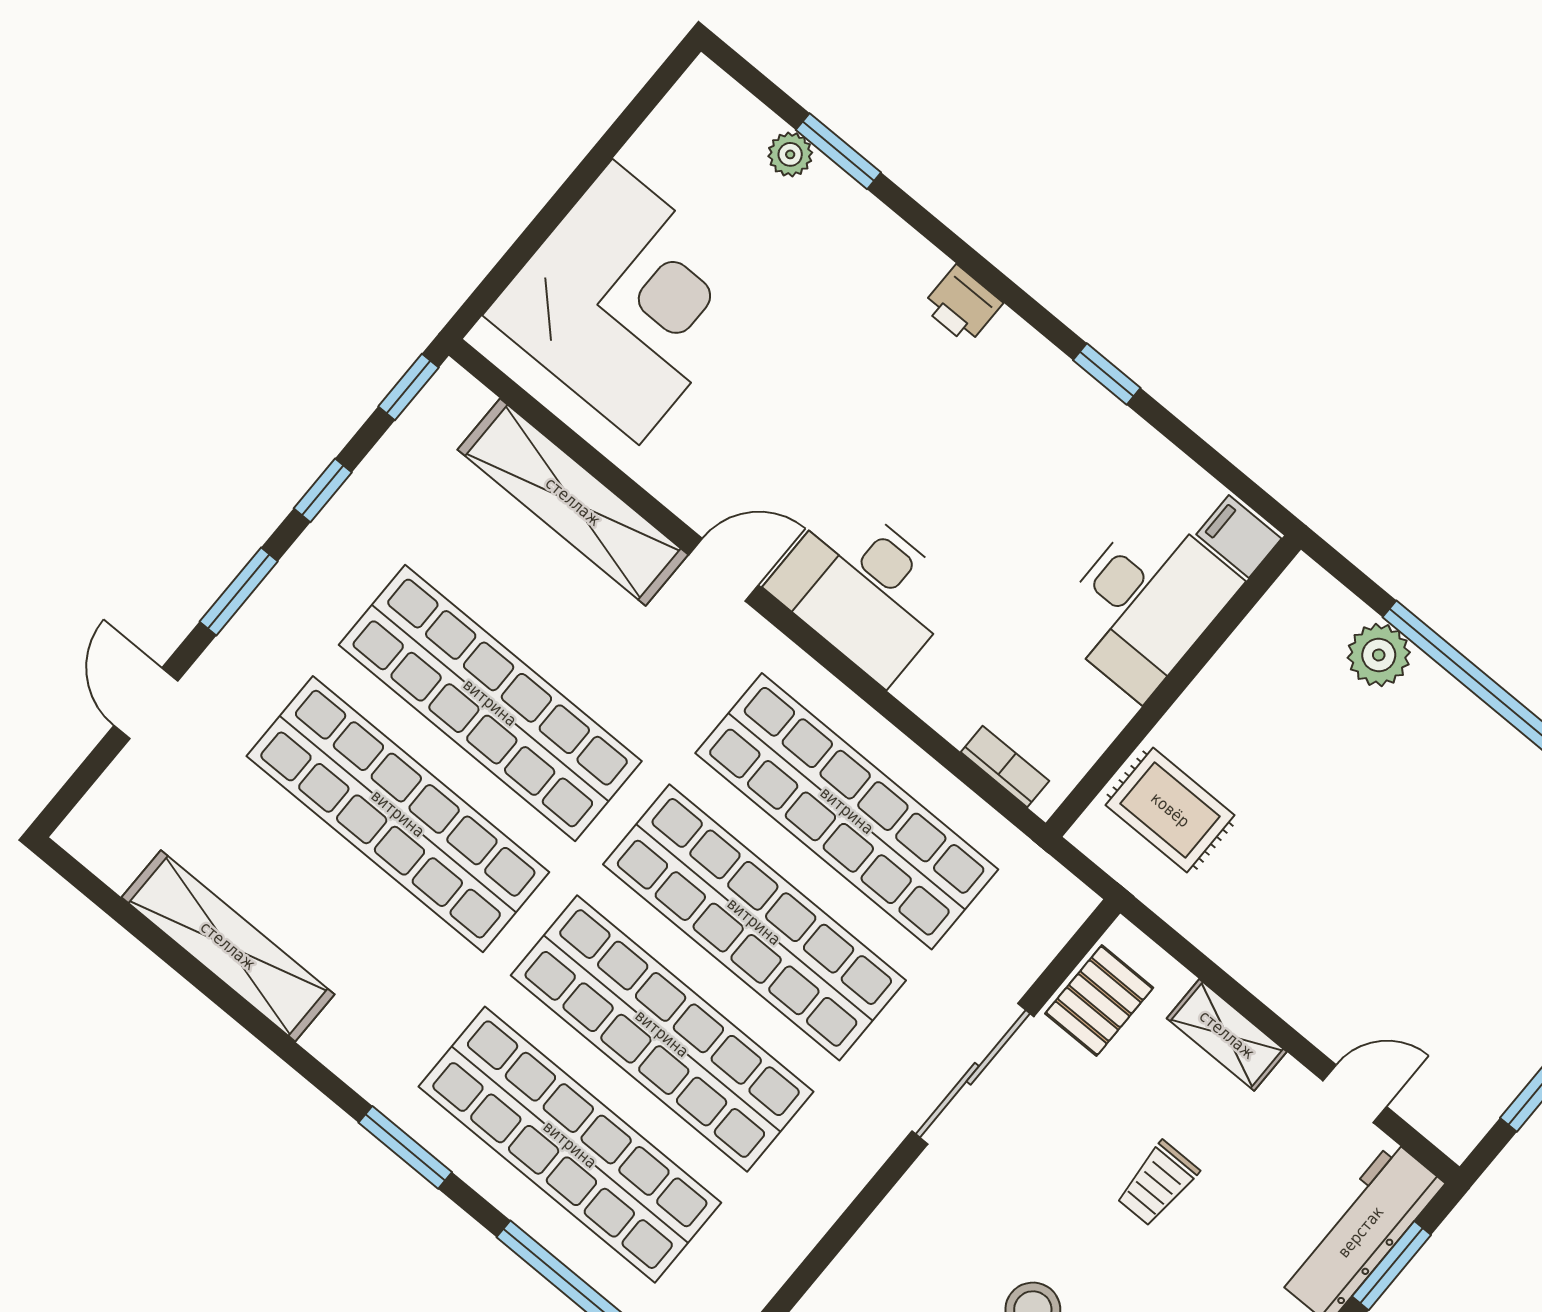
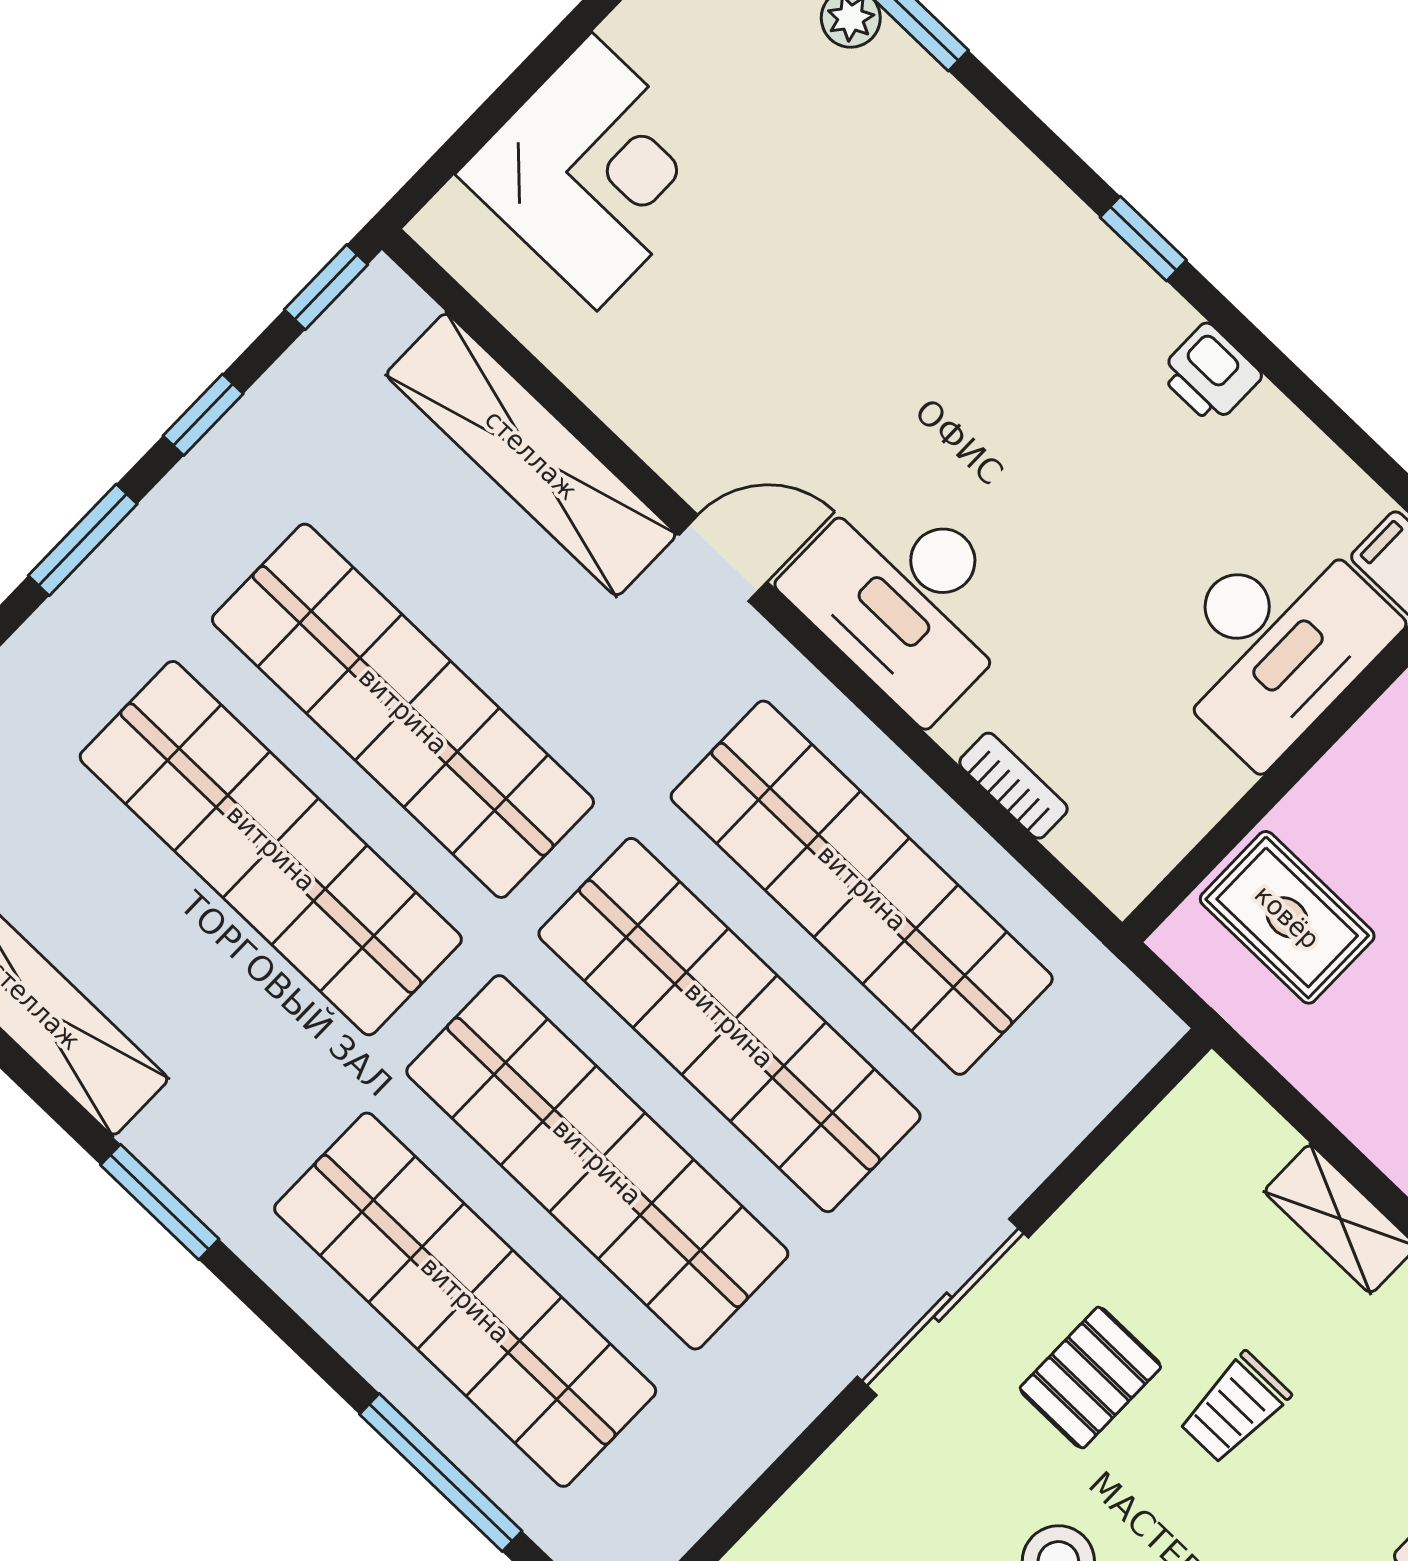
corner desk: (626, 302) -> (594, 172), width x0.74, depth x0.74
printer: (962, 305) -> (1210, 374), moved
window: (1107, 374) -> (1143, 239), moved
bookcase: (1005, 766) -> (1013, 786), moved
pallet: (1099, 1001) -> (1090, 1378), moved
sliding door: (973, 1074) -> (943, 1307), moved
window: (405, 1147) -> (160, 1202), moved

